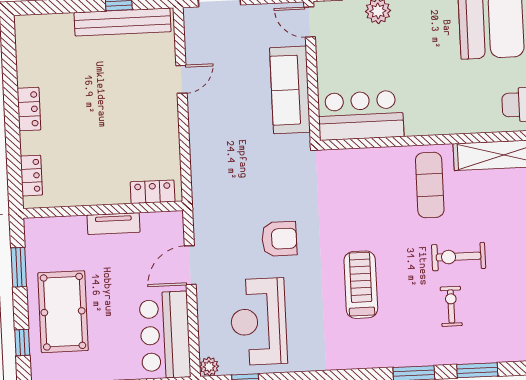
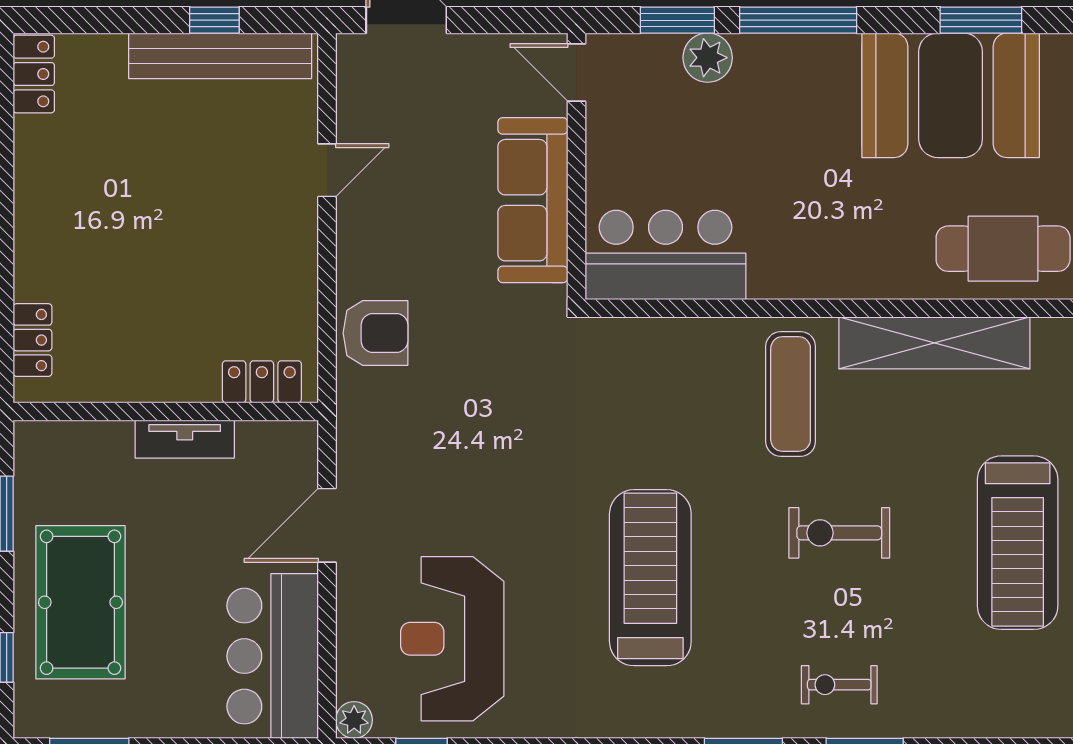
locker: (29, 109) -> (34, 74), moved
armchair: (279, 239) -> (375, 333), moved
treadmill: (361, 285) -> (650, 578), width x1.37, depth x1.38
exercise bike: (451, 306) -> (839, 685), moved, turned -90

